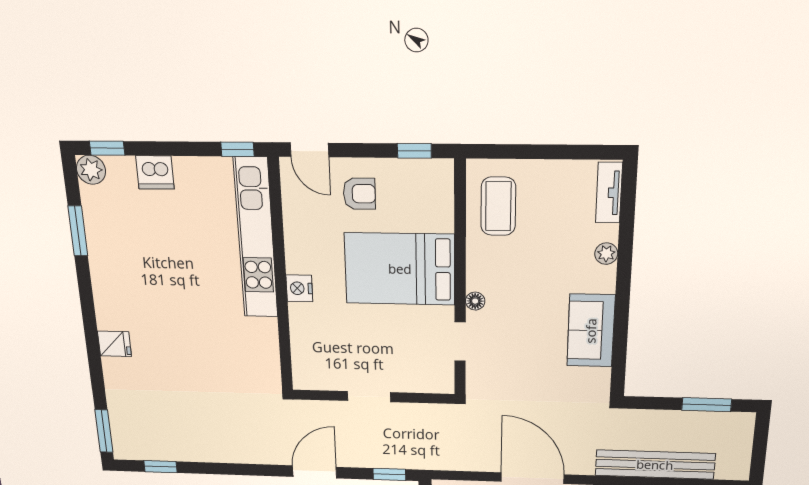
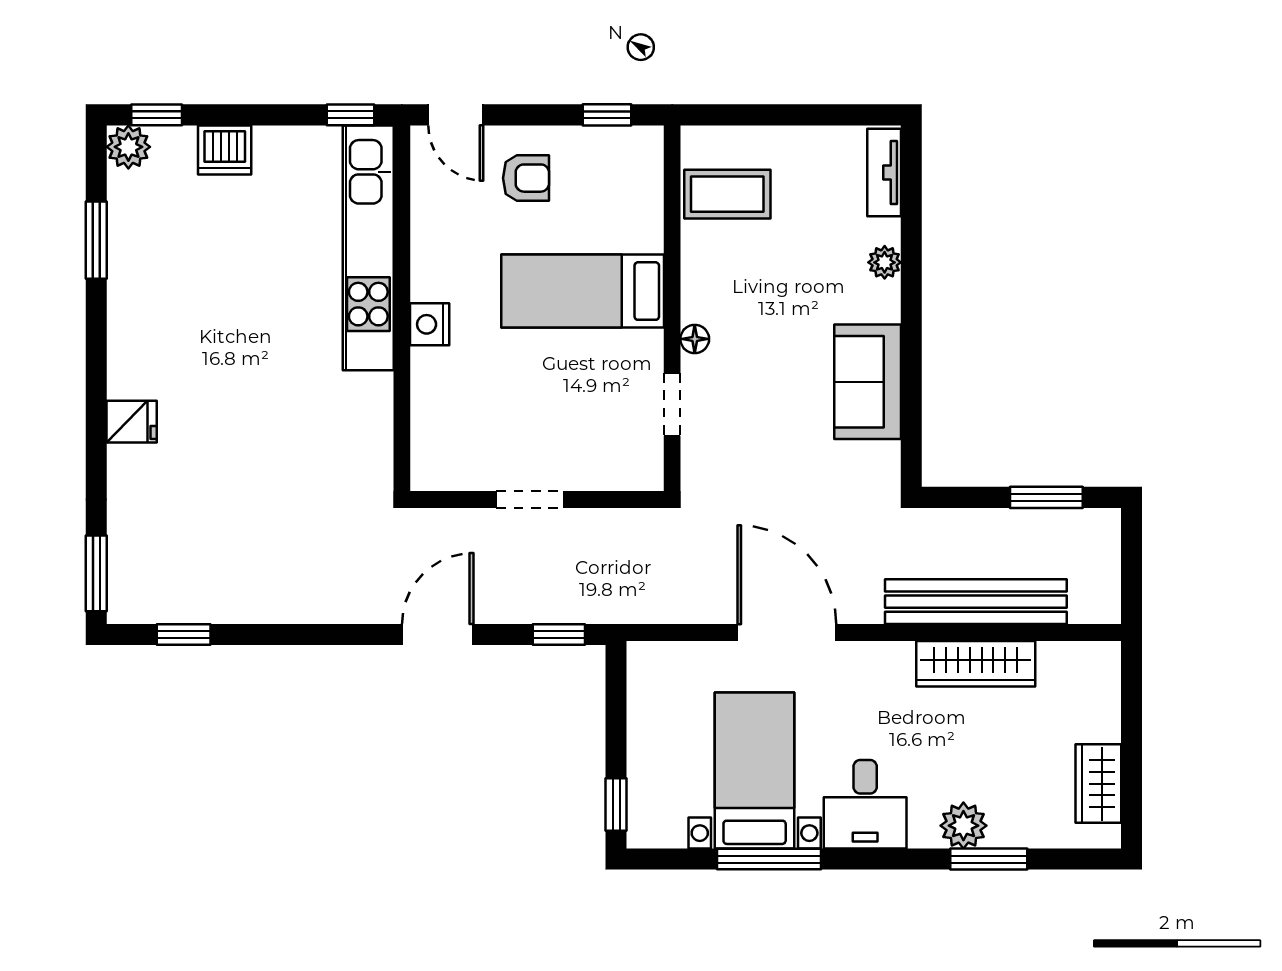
coffee table: (498, 206) -> (727, 194), turned 90
bed: (400, 269) -> (583, 291), width x0.67

